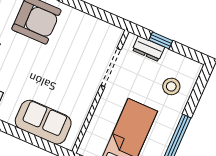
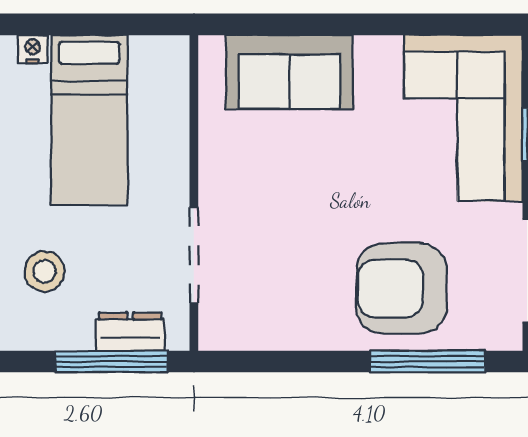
window: (161, 40) -> (111, 361), width x2.17

